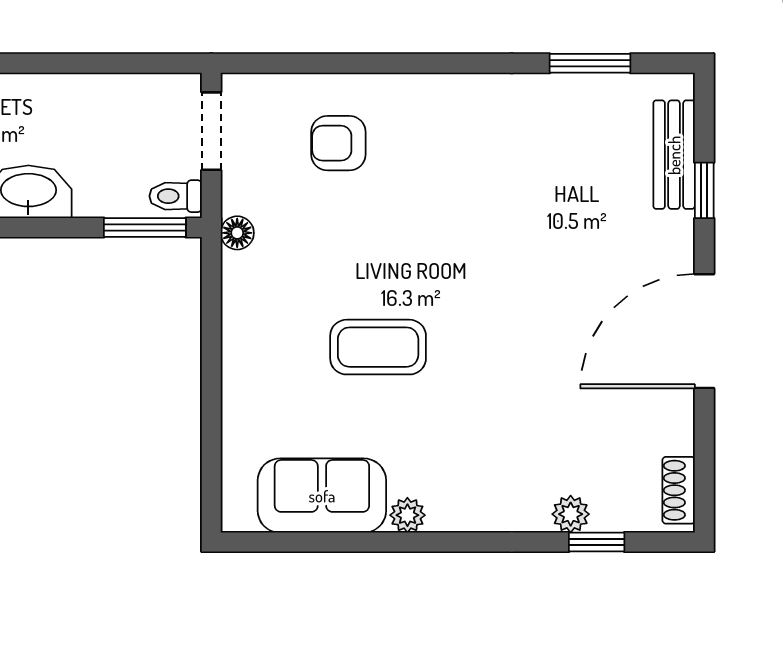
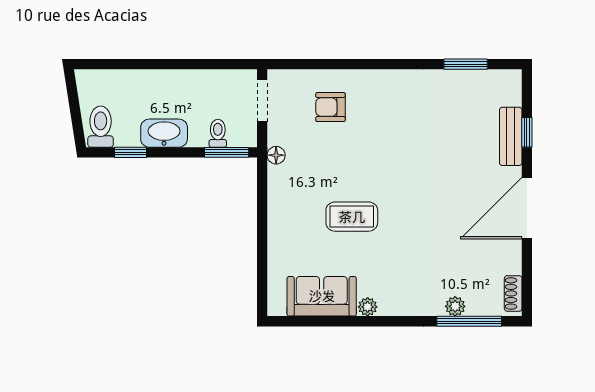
bench: (674, 155) -> (511, 136), moved
toilet: (176, 196) -> (218, 133), moved, turned 90
window: (597, 542) -> (469, 321), width x2.17

